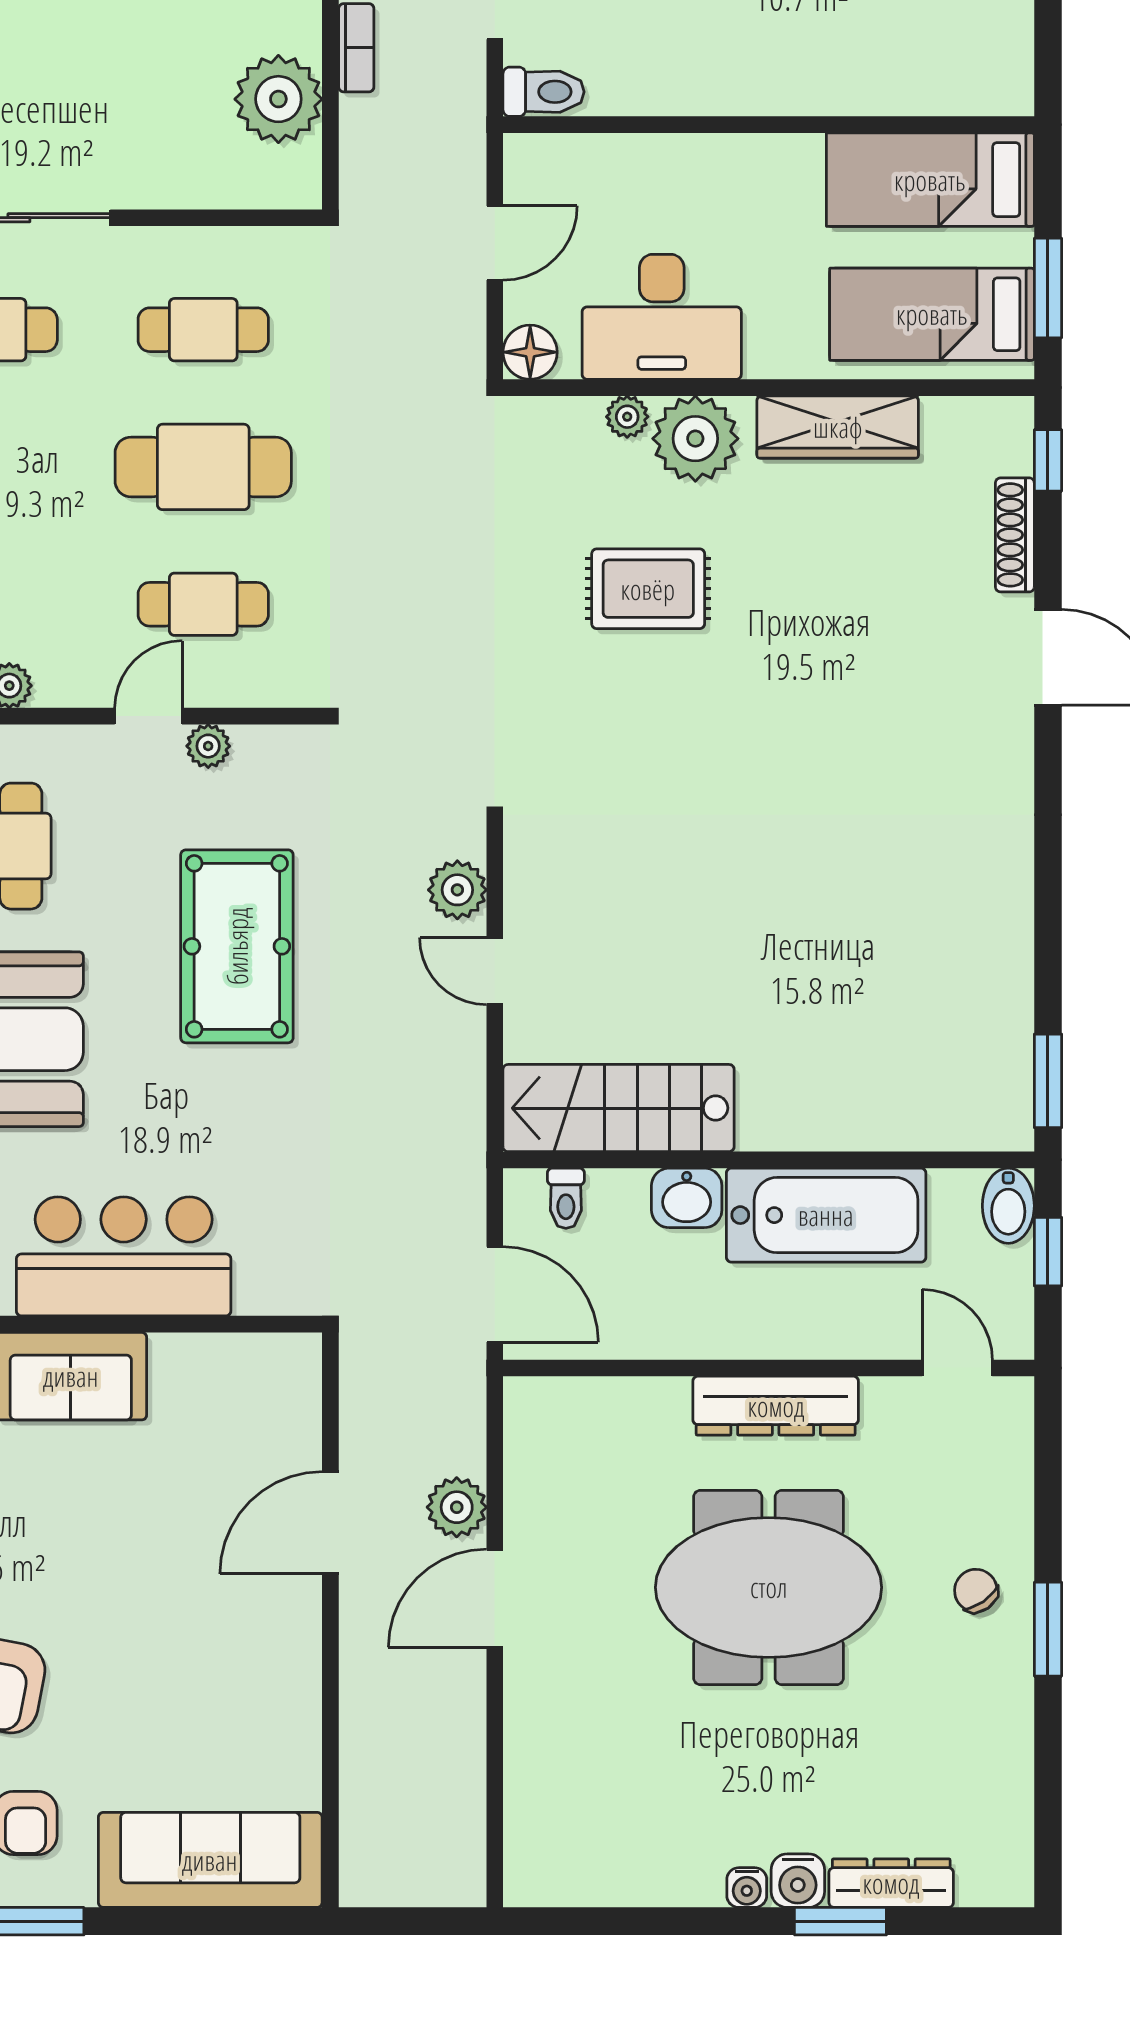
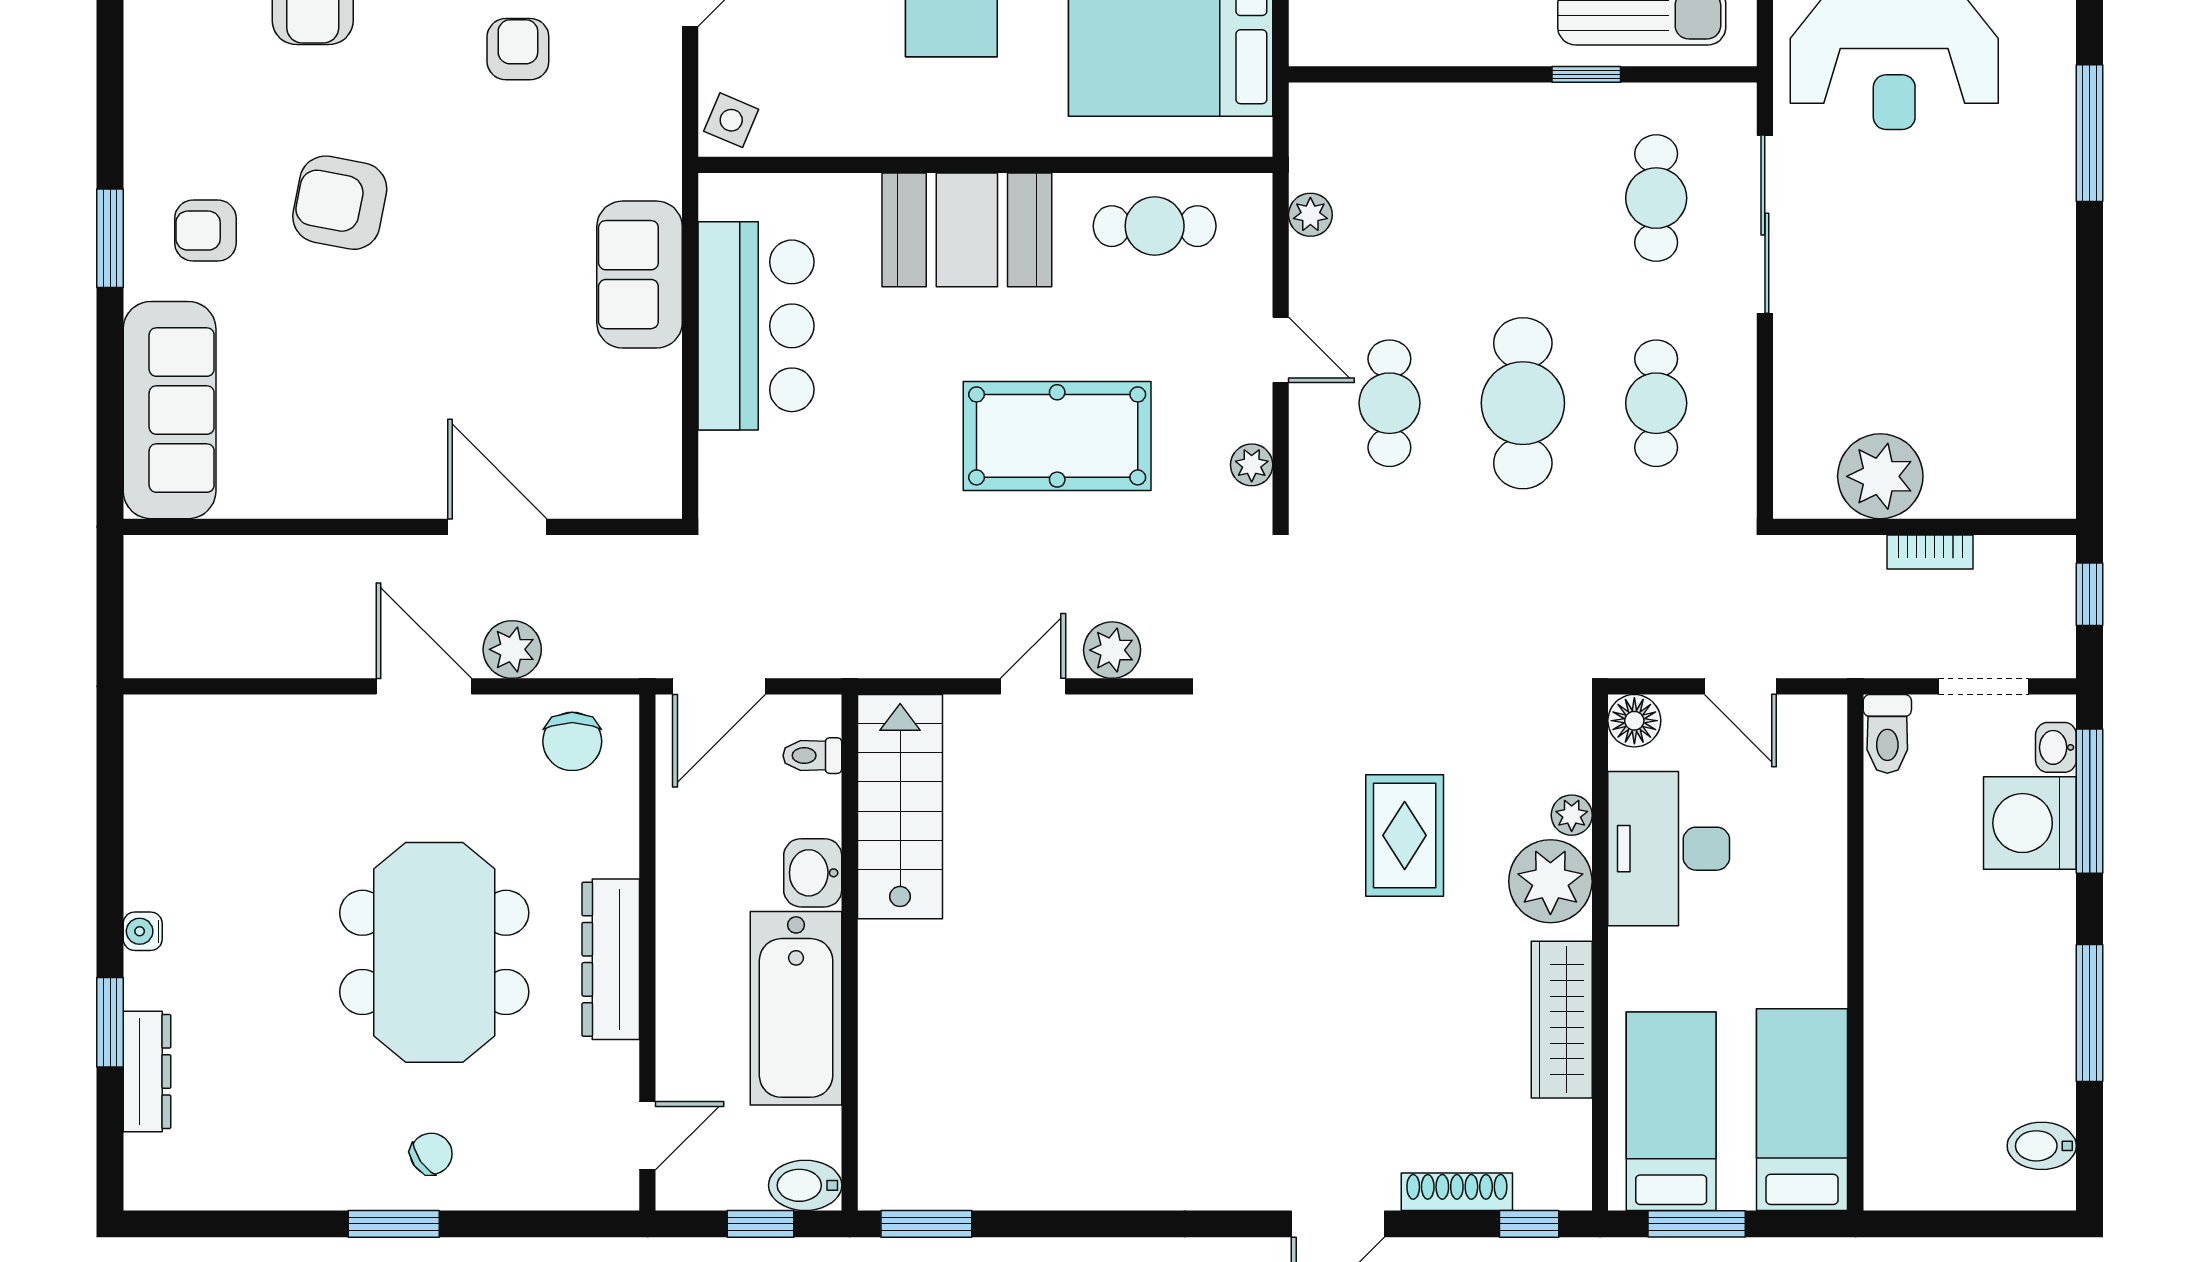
plant: (208, 746) -> (1252, 465), moved
chair: (551, 1445) -> (572, 741), added
water cooler: (798, 1881) -> (149, 981), removed

